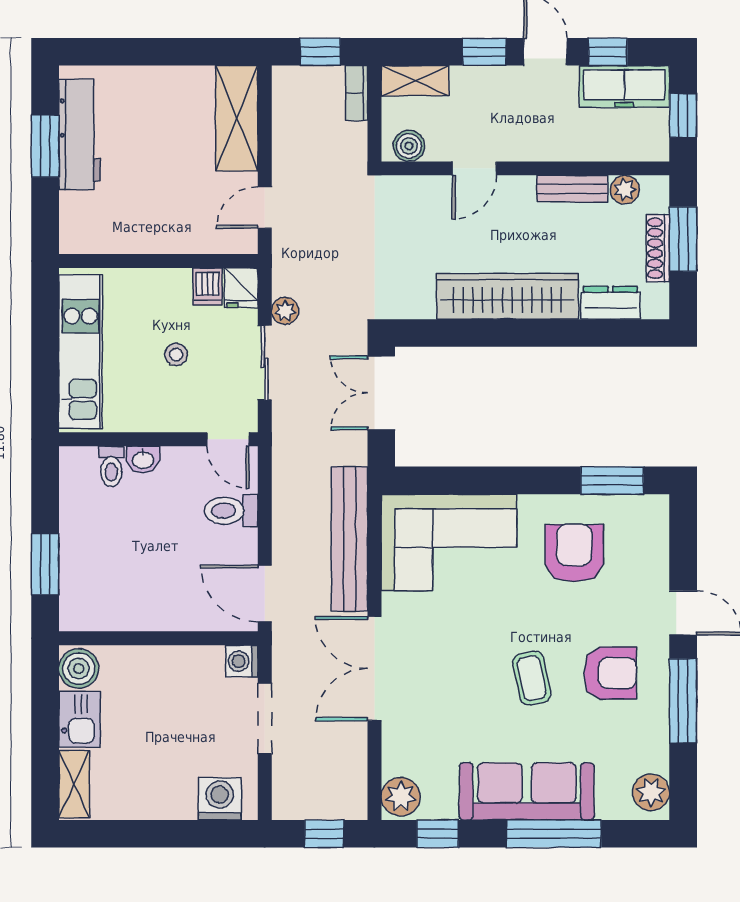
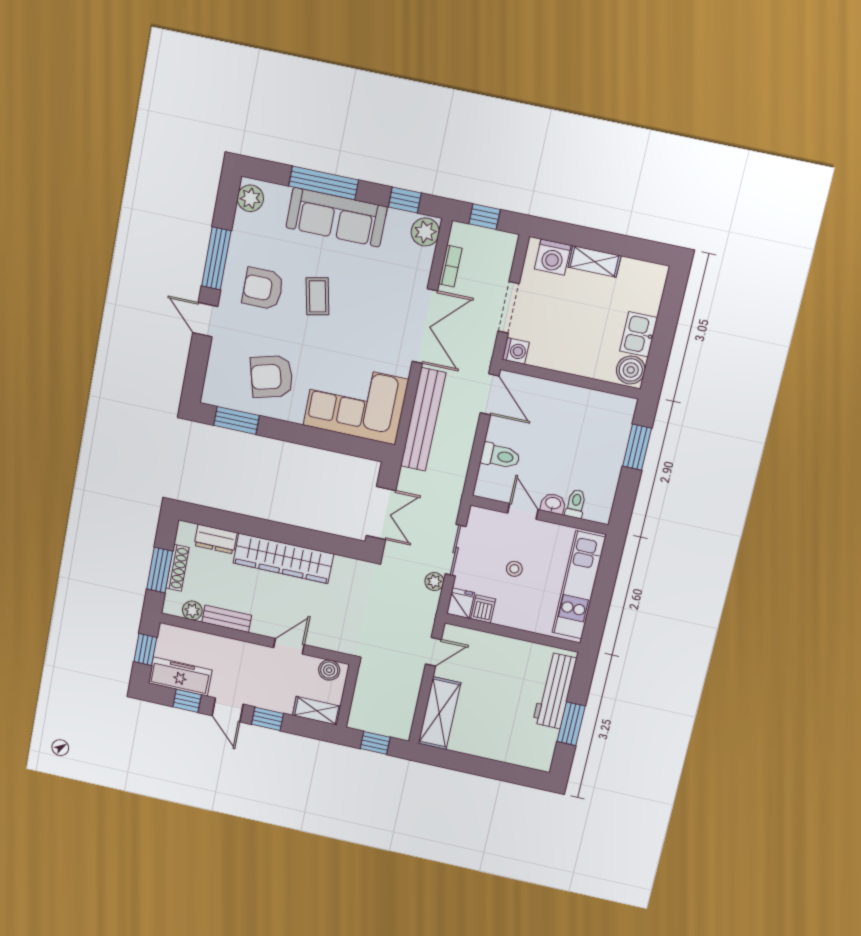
bookcase: (357, 93) -> (450, 266), moved
workbench: (80, 135) -> (555, 691), moved
door: (228, 439) -> (523, 511), moved
armchair: (574, 553) -> (272, 377), turned 75
shelving: (74, 784) -> (595, 261), moved, turned 90

